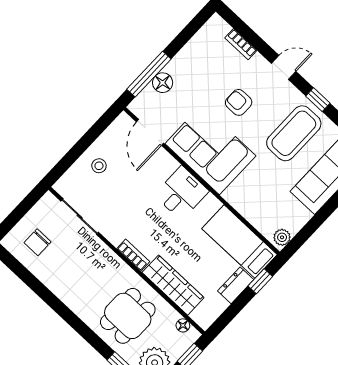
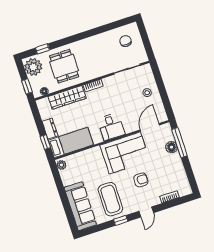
door: (150, 132) -> (150, 127), hinge flipped

